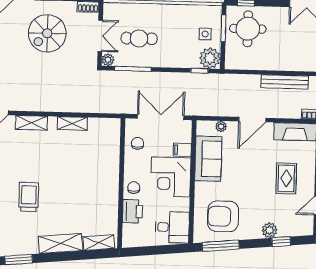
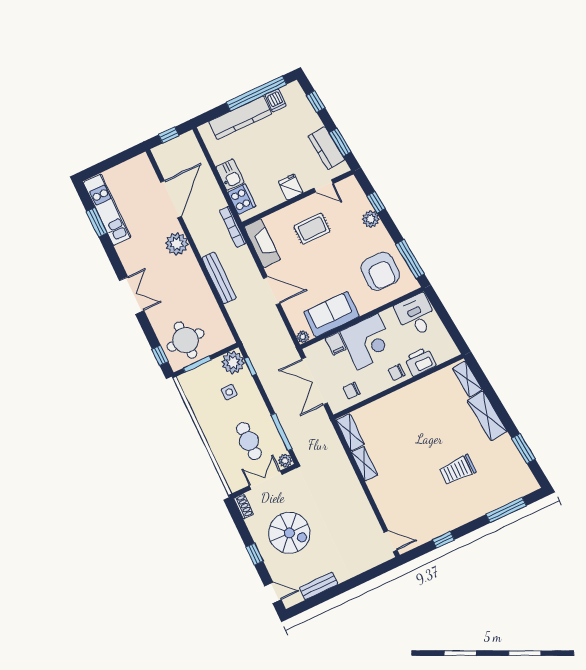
side table: (205, 34) -> (229, 392), moved
shelving: (31, 123) -> (350, 432), moved
plant: (221, 127) -> (303, 337), moved

